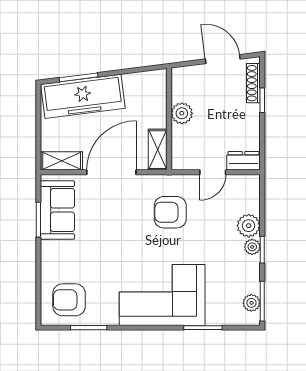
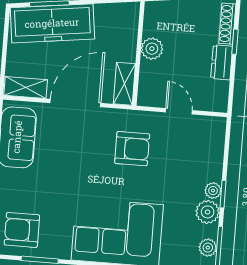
dresser: (244, 161) -> (222, 62), moved, turned -90
door: (213, 172) -> (179, 111), swing flipped
armchair: (170, 212) -> (132, 149), turned 180
plant: (249, 226) -> (208, 212), moved

